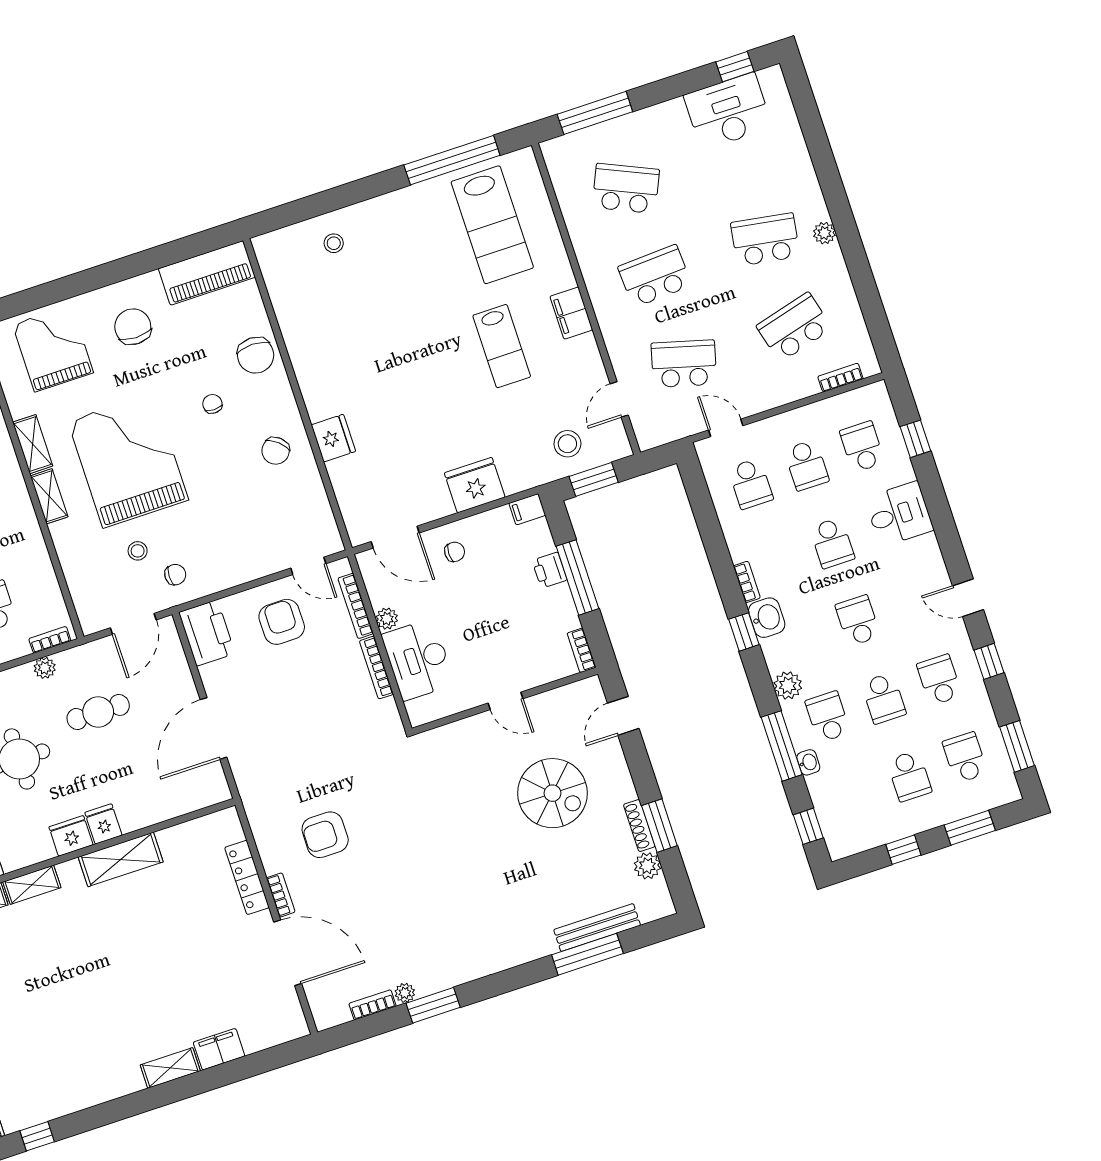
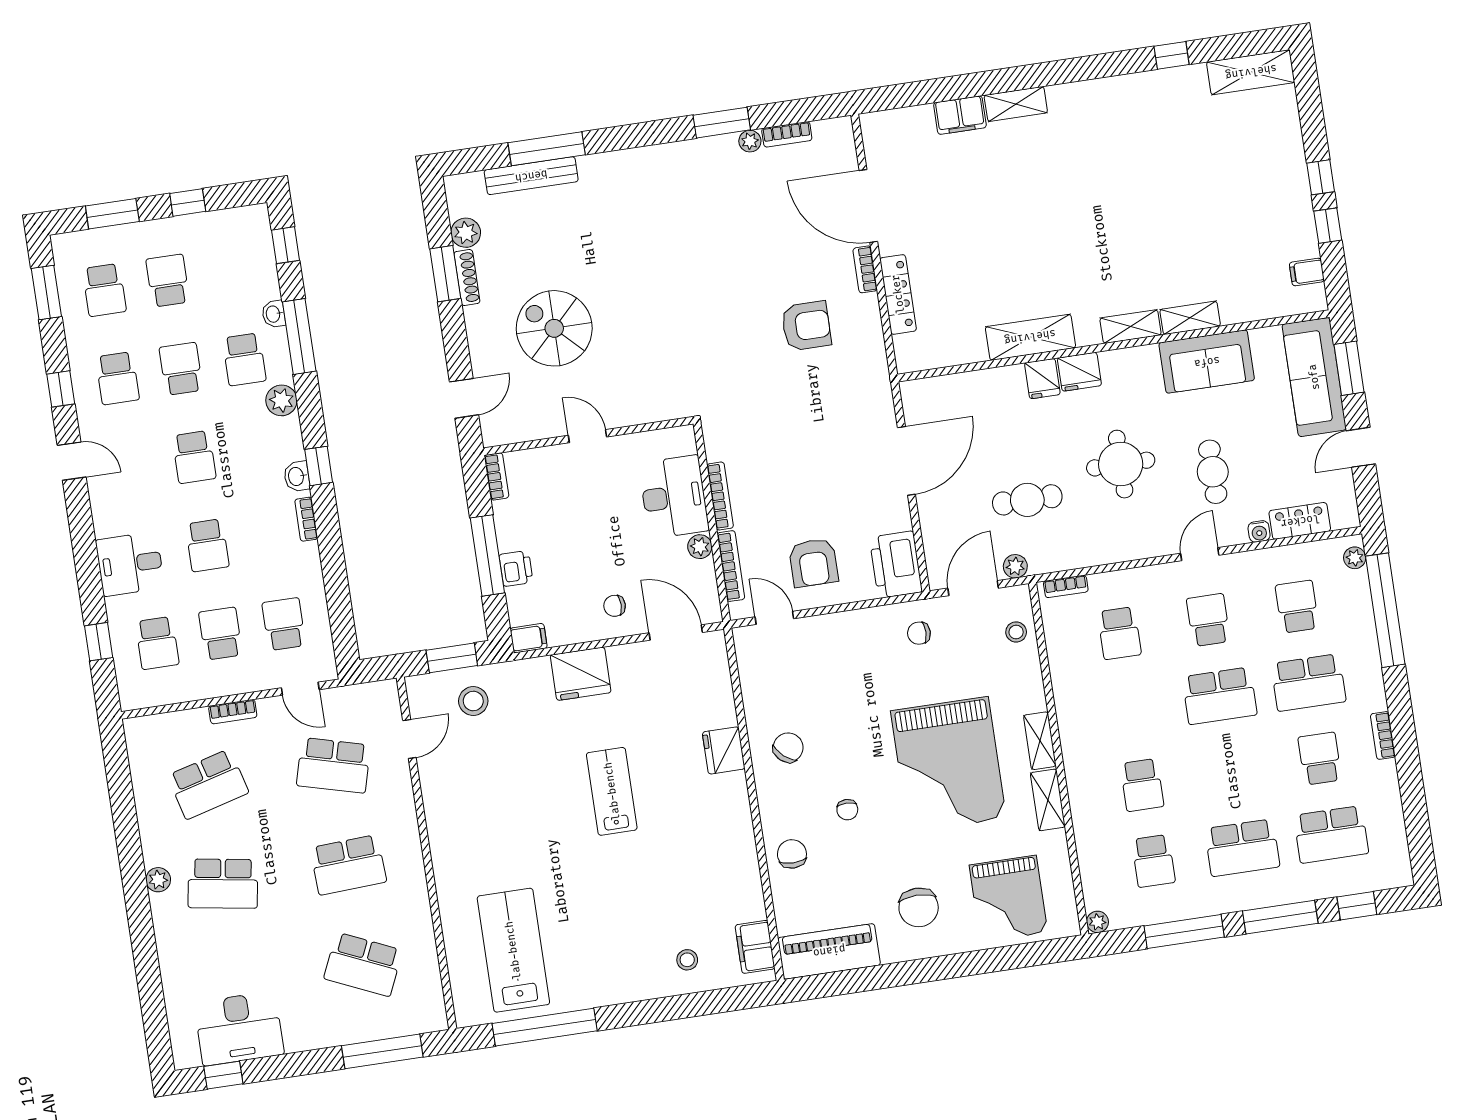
filing cabinet: (571, 313) -> (755, 947), moved, turned 180
lab bench: (502, 346) -> (612, 791), moved
chair: (256, 355) -> (792, 854), width x0.73, depth x0.73
bookcase: (840, 378) -> (233, 712), moved
school desk: (832, 543) -> (207, 545), turned 180
stool: (138, 551) -> (1016, 632), moved
washbasin: (767, 618) -> (297, 476), width x0.72, depth x0.69
plant: (45, 668) -> (1015, 566), moved

